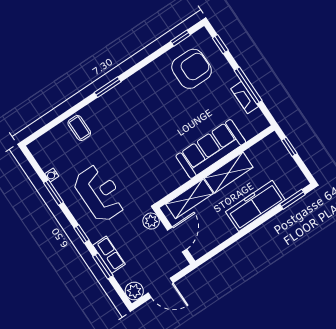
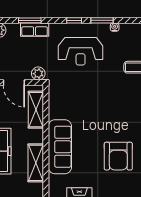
armchair: (192, 69) -> (118, 156), moved
shelving: (229, 173) -> (36, 163), moved
window: (81, 234) -> (74, 20), moved

